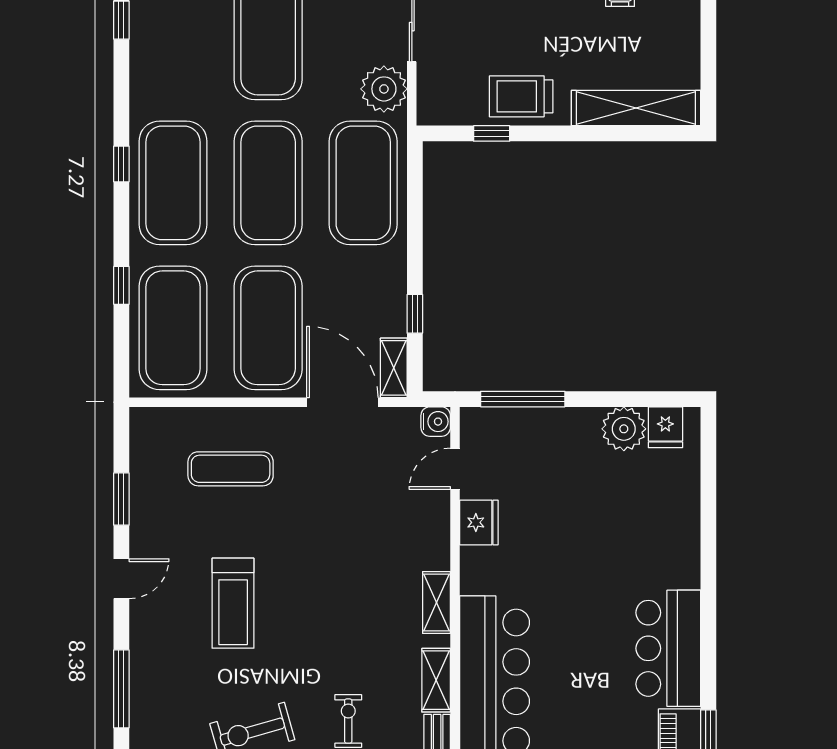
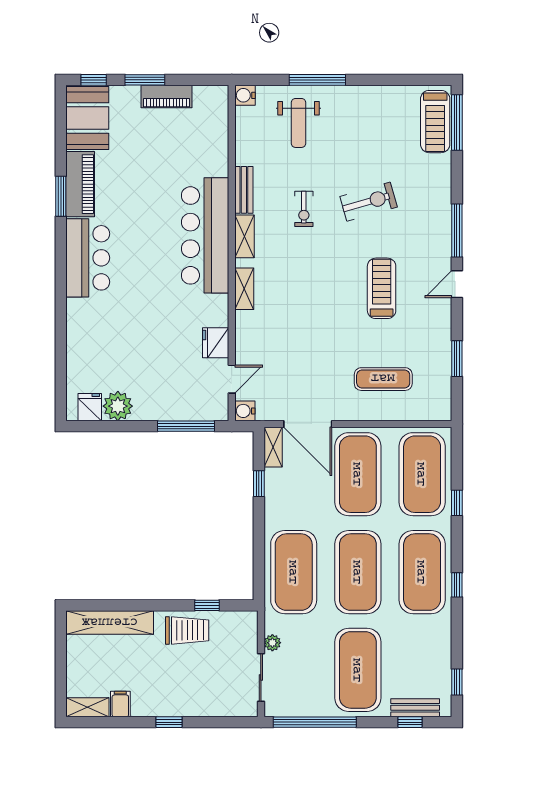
plant: (384, 89) -> (272, 643), width x0.53, depth x0.53
door: (121, 579) -> (457, 284), moved

